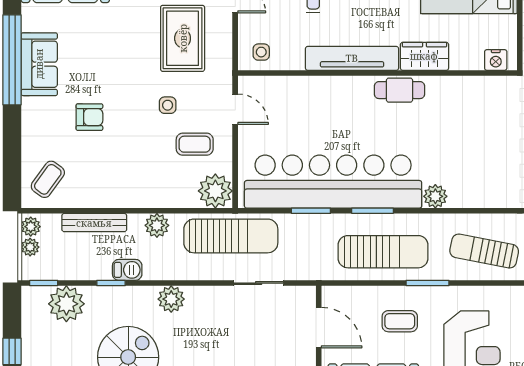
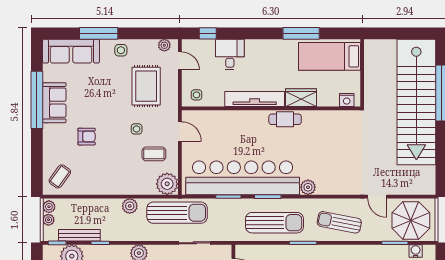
bench: (94, 223) -> (79, 235), moved
barbecue: (127, 270) -> (111, 234), removed

